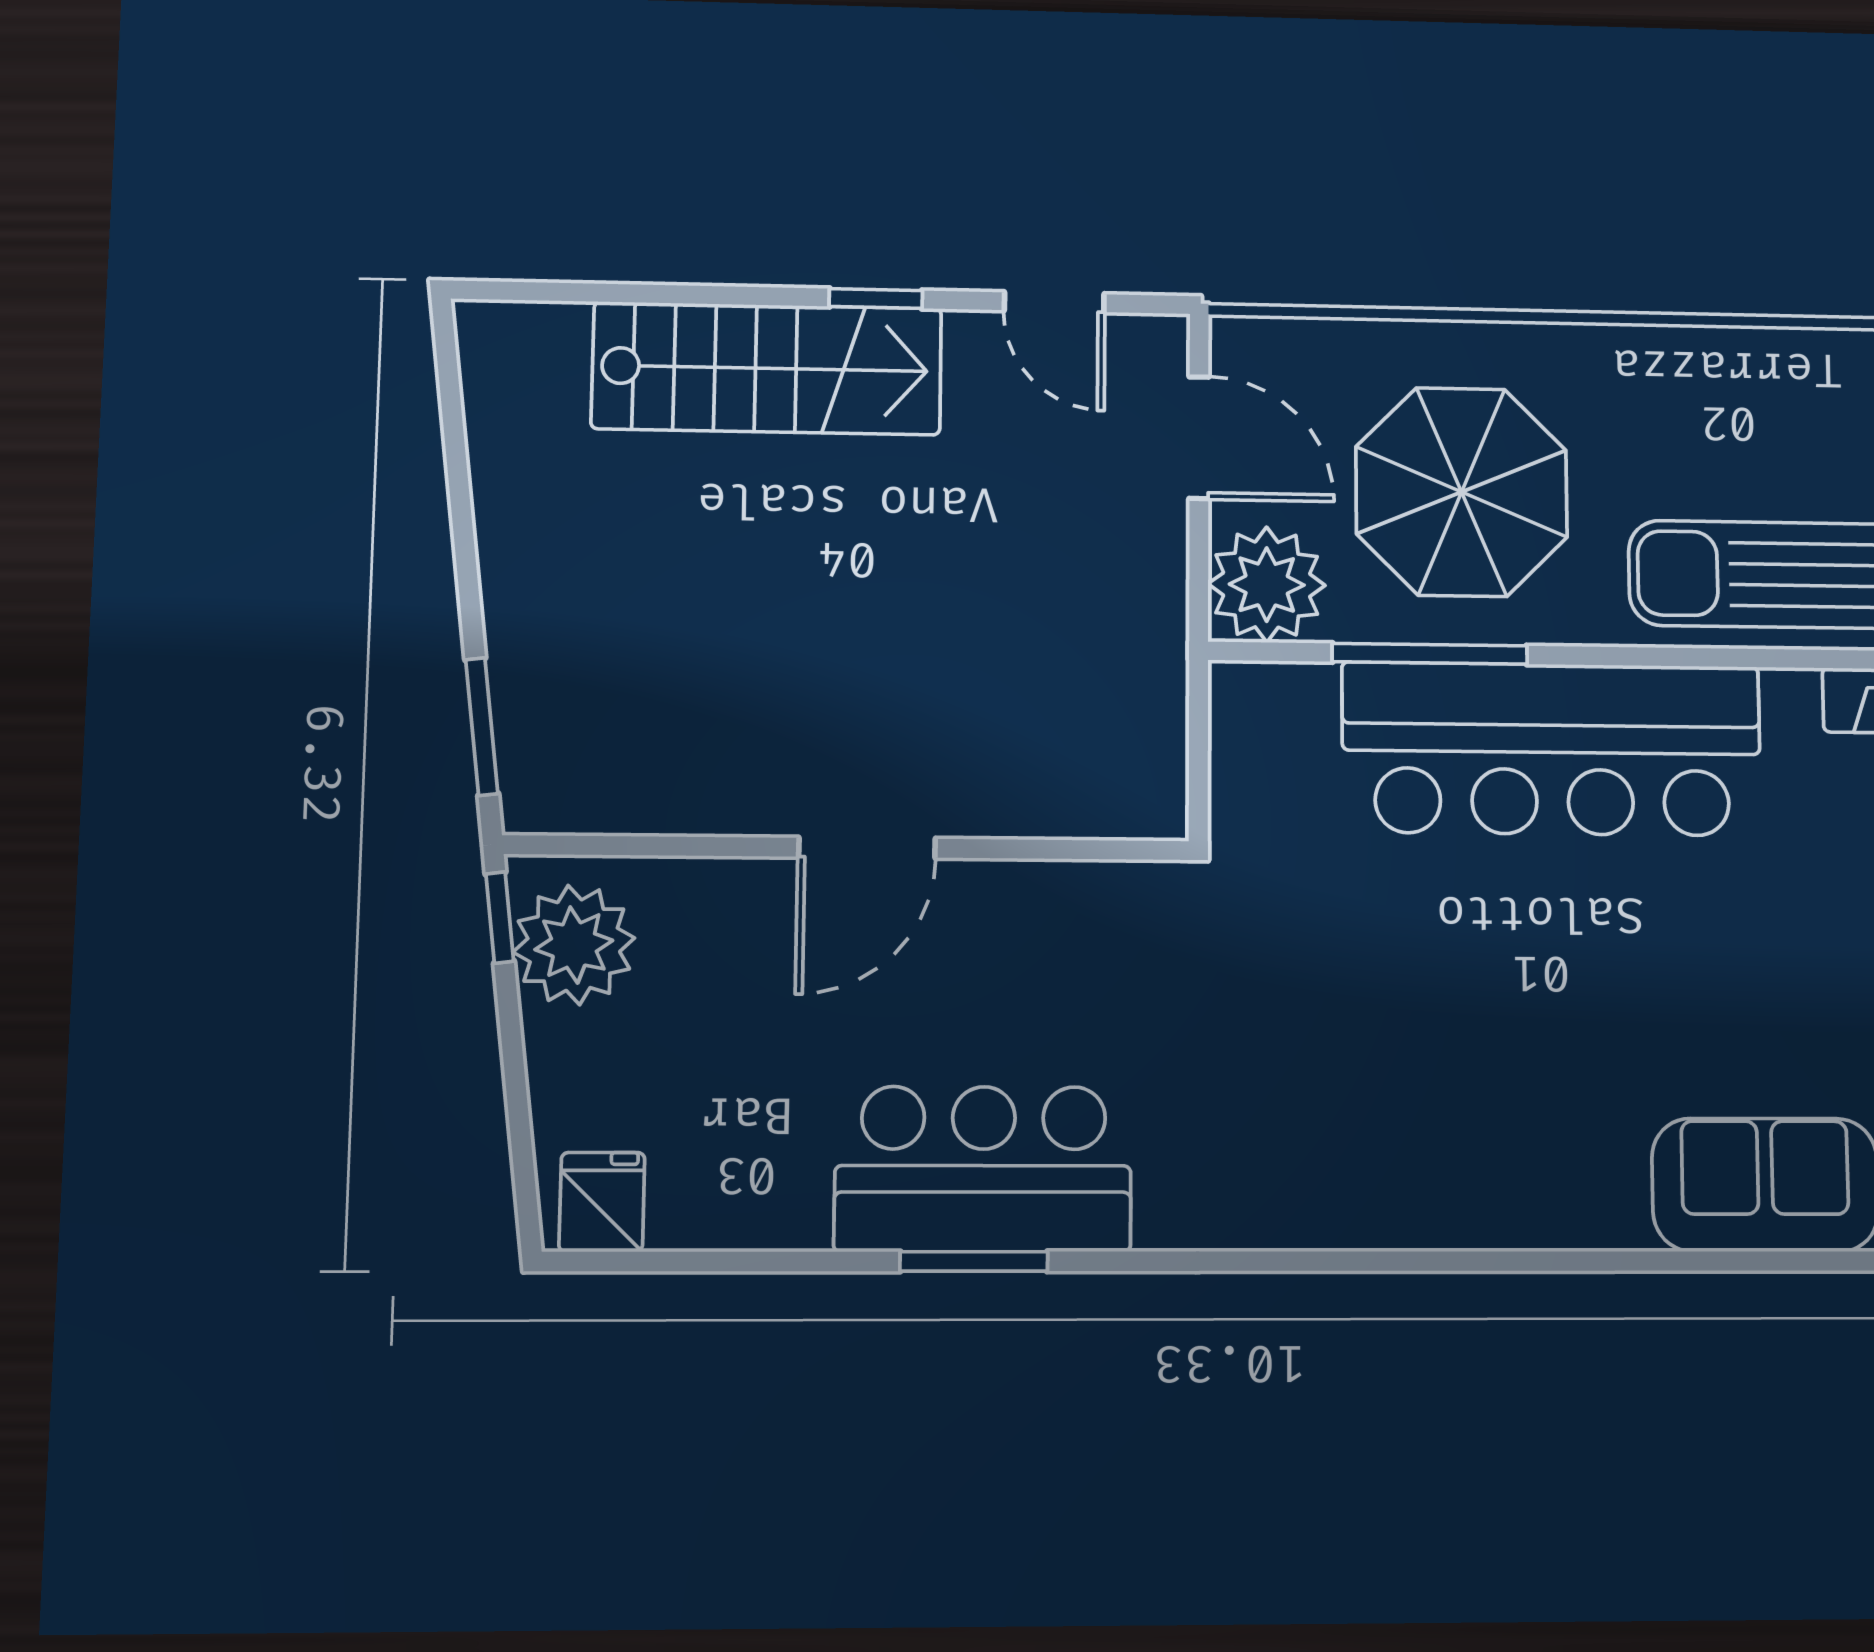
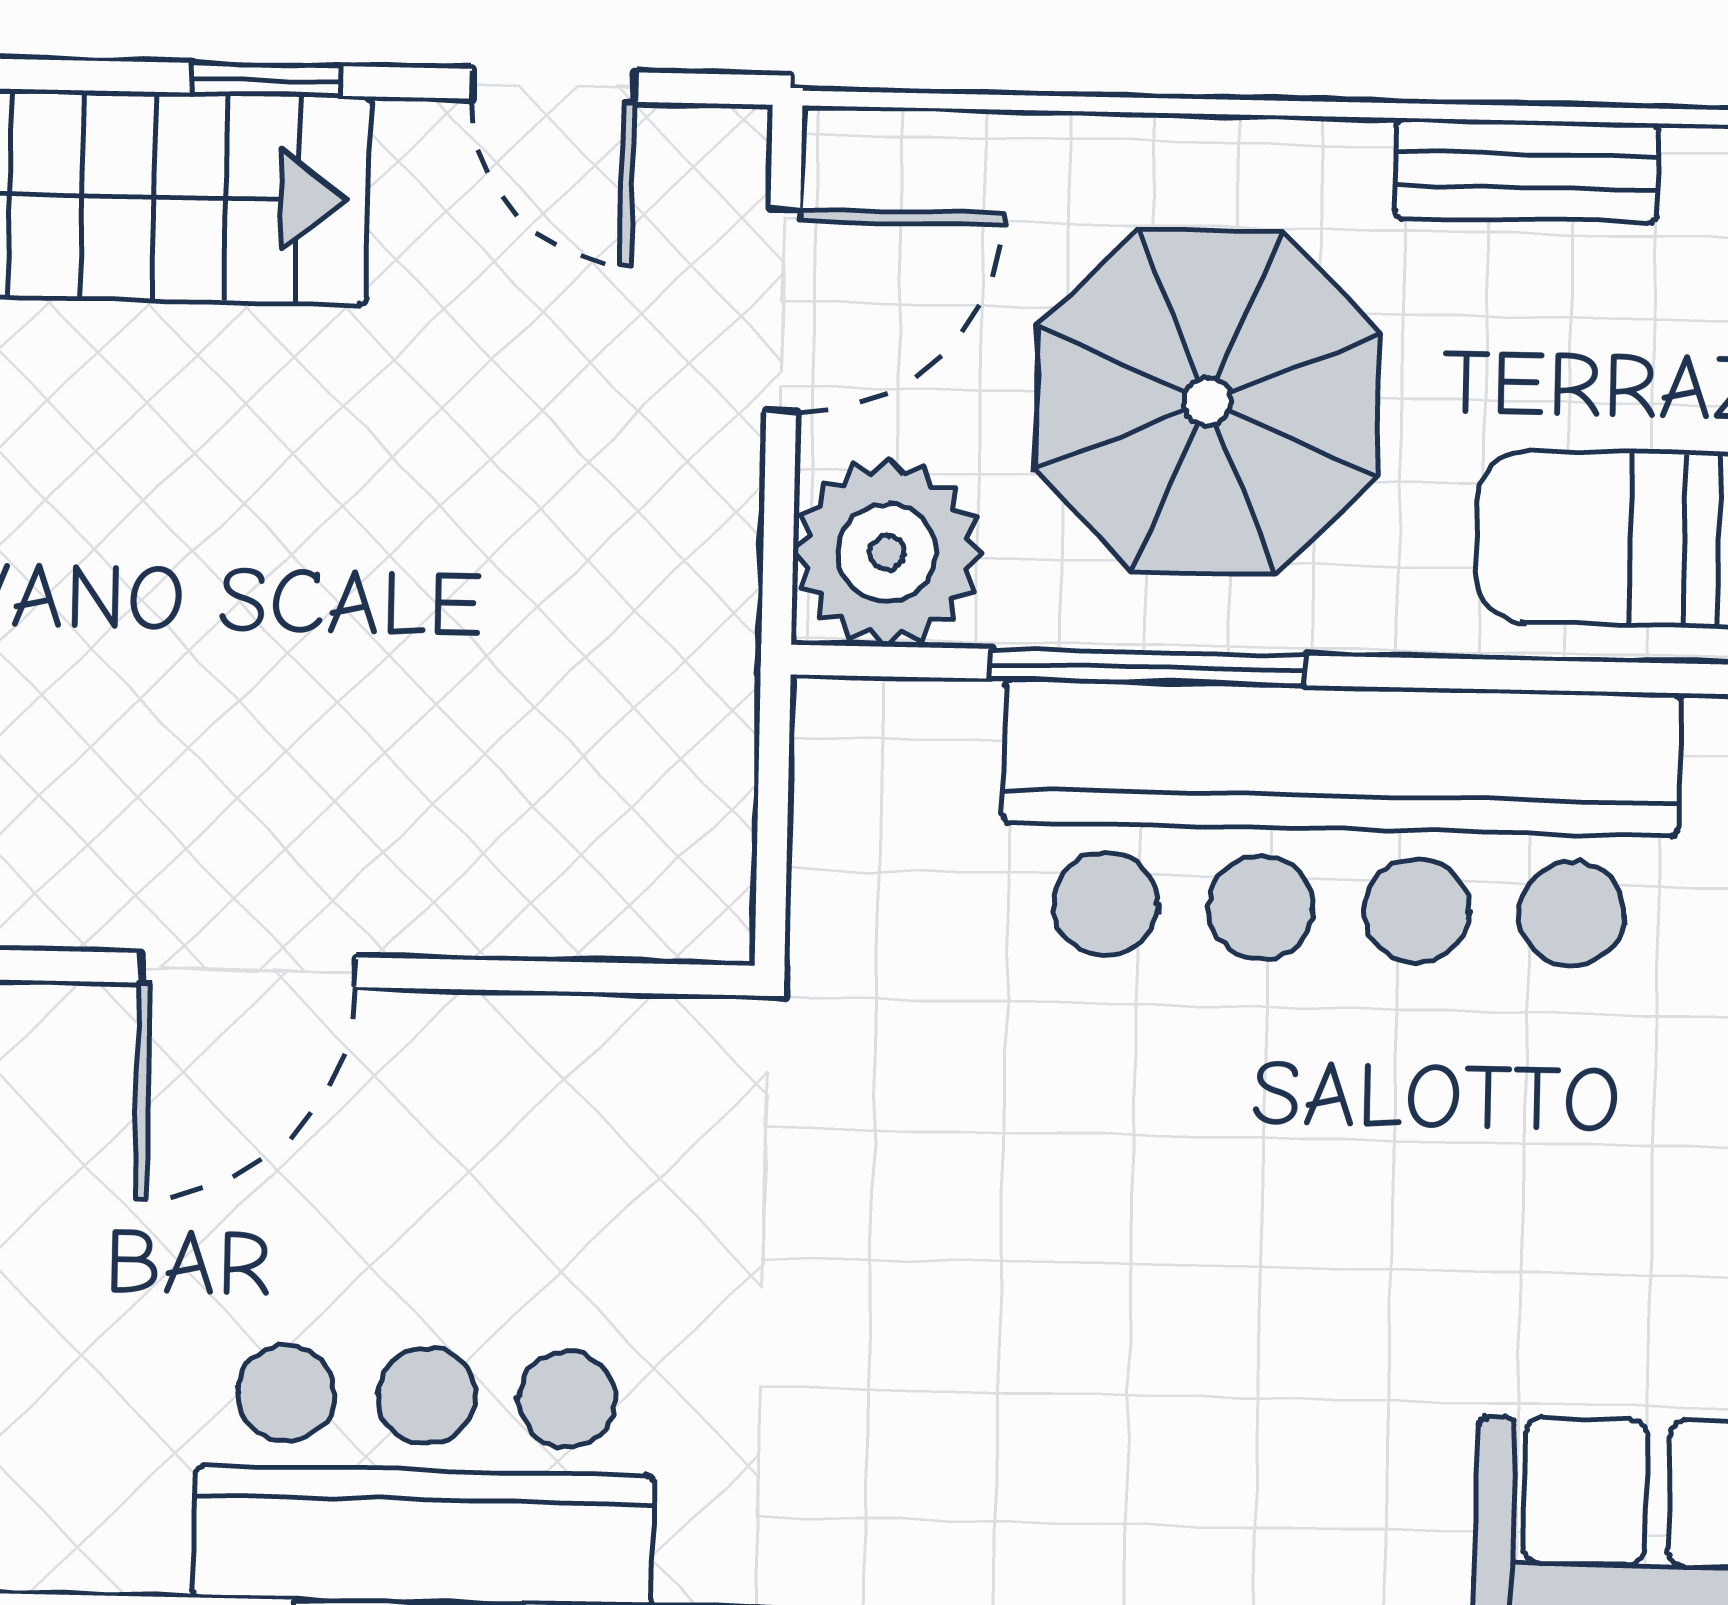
bench: (1651, 353) -> (1527, 171), added
door: (1199, 438) -> (783, 310), hinge flipped

